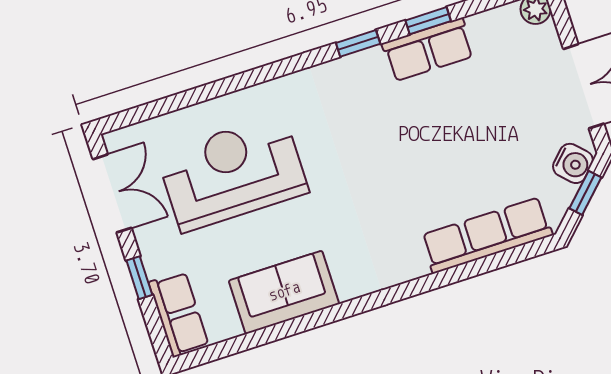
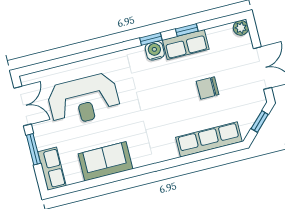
chair: (477, 133) -> (208, 88), added
water cooler: (573, 163) -> (155, 51), moved, turned -135
reception desk: (233, 173) -> (84, 100), turned 180
window: (139, 278) -> (33, 149), width x1.50

